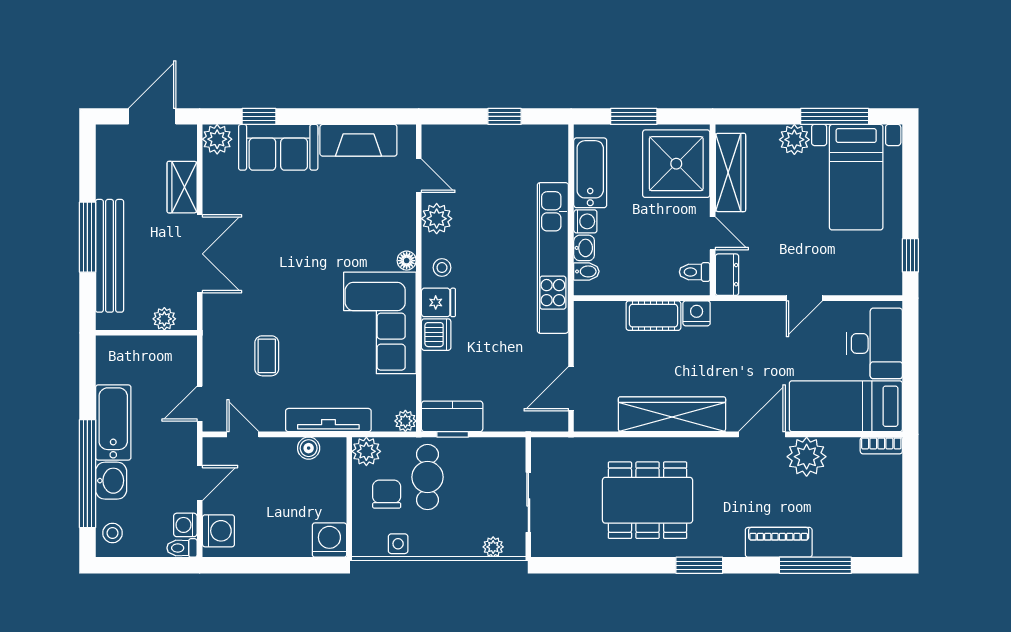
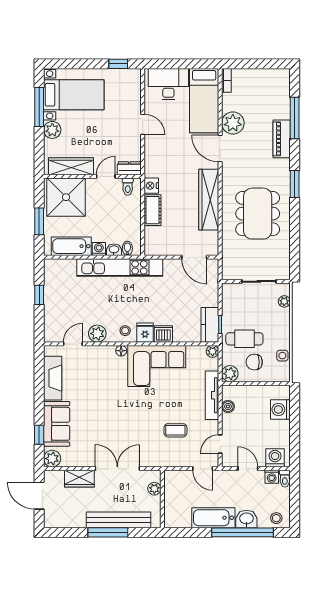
washing machine: (329, 540) -> (280, 410), moved

